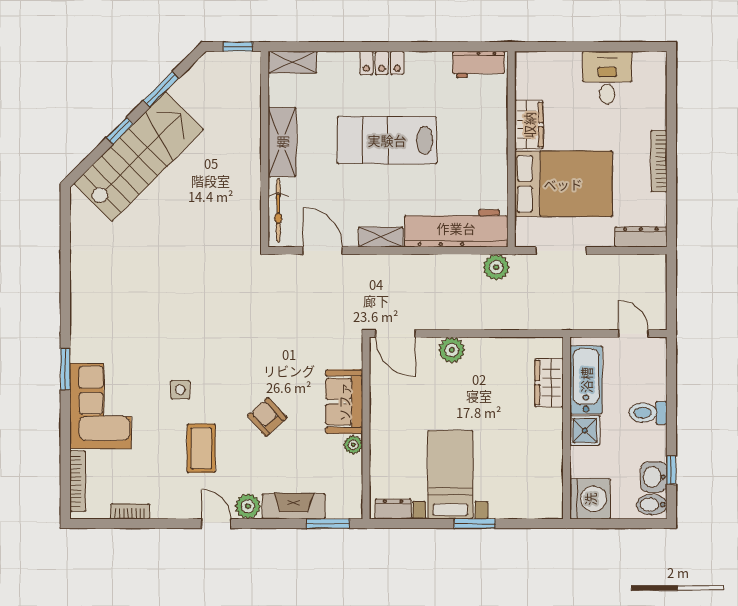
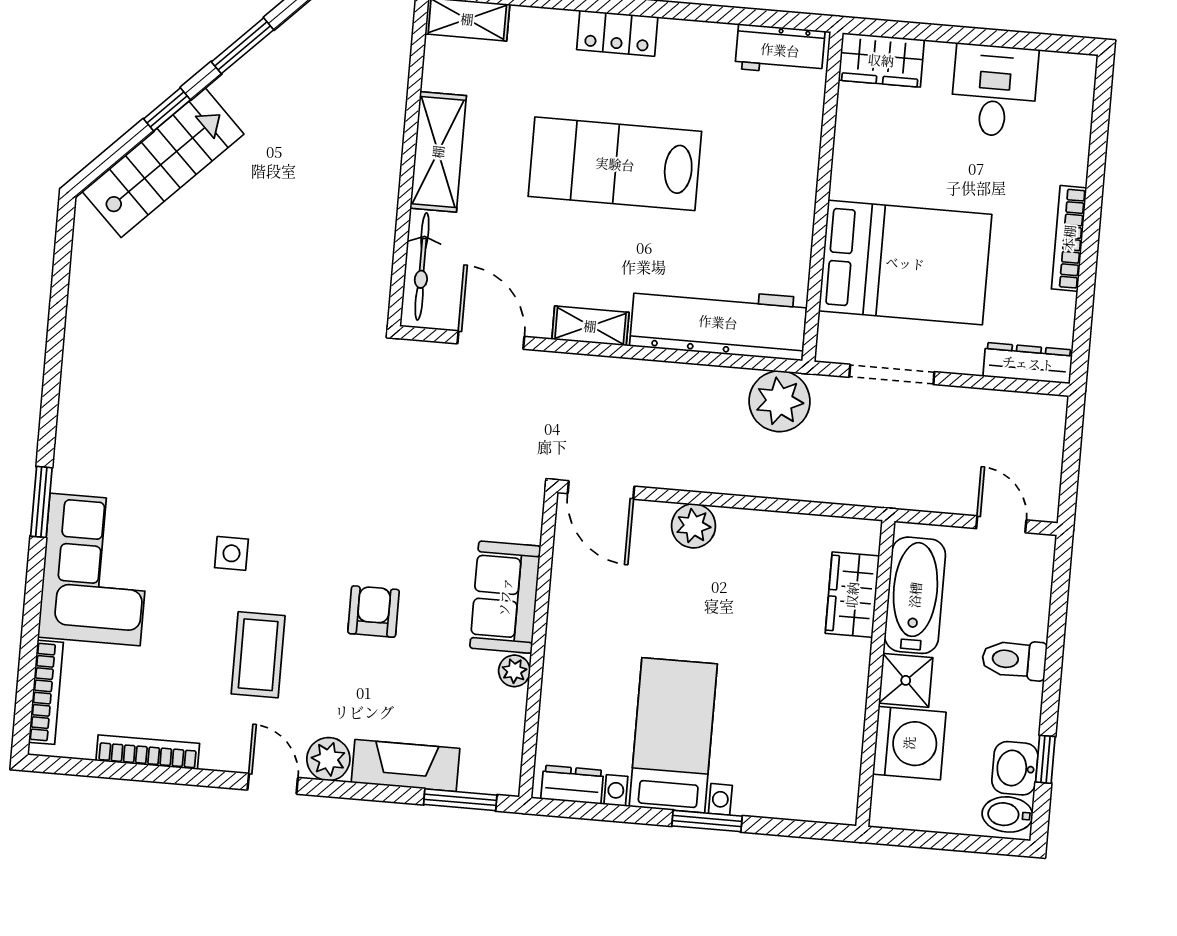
wardrobe: (529, 125) -> (881, 60), moved, turned 90
stairs: (139, 157) -> (163, 163), width x0.73, depth x0.66
plant: (496, 267) -> (780, 401), width x1.36, depth x1.36
armchair: (267, 417) -> (373, 612), turned 42
washing machine: (590, 499) -> (909, 743), moved
bookcase: (130, 511) -> (148, 752), width x1.56

